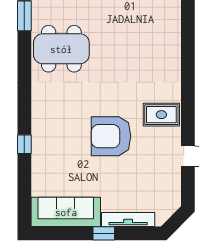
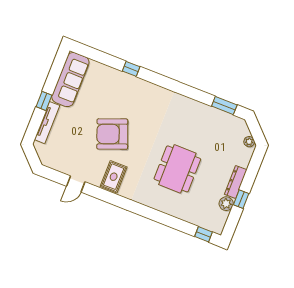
dining table: (61, 49) -> (177, 169), moved
armchair: (111, 136) -> (112, 134), turned -111

